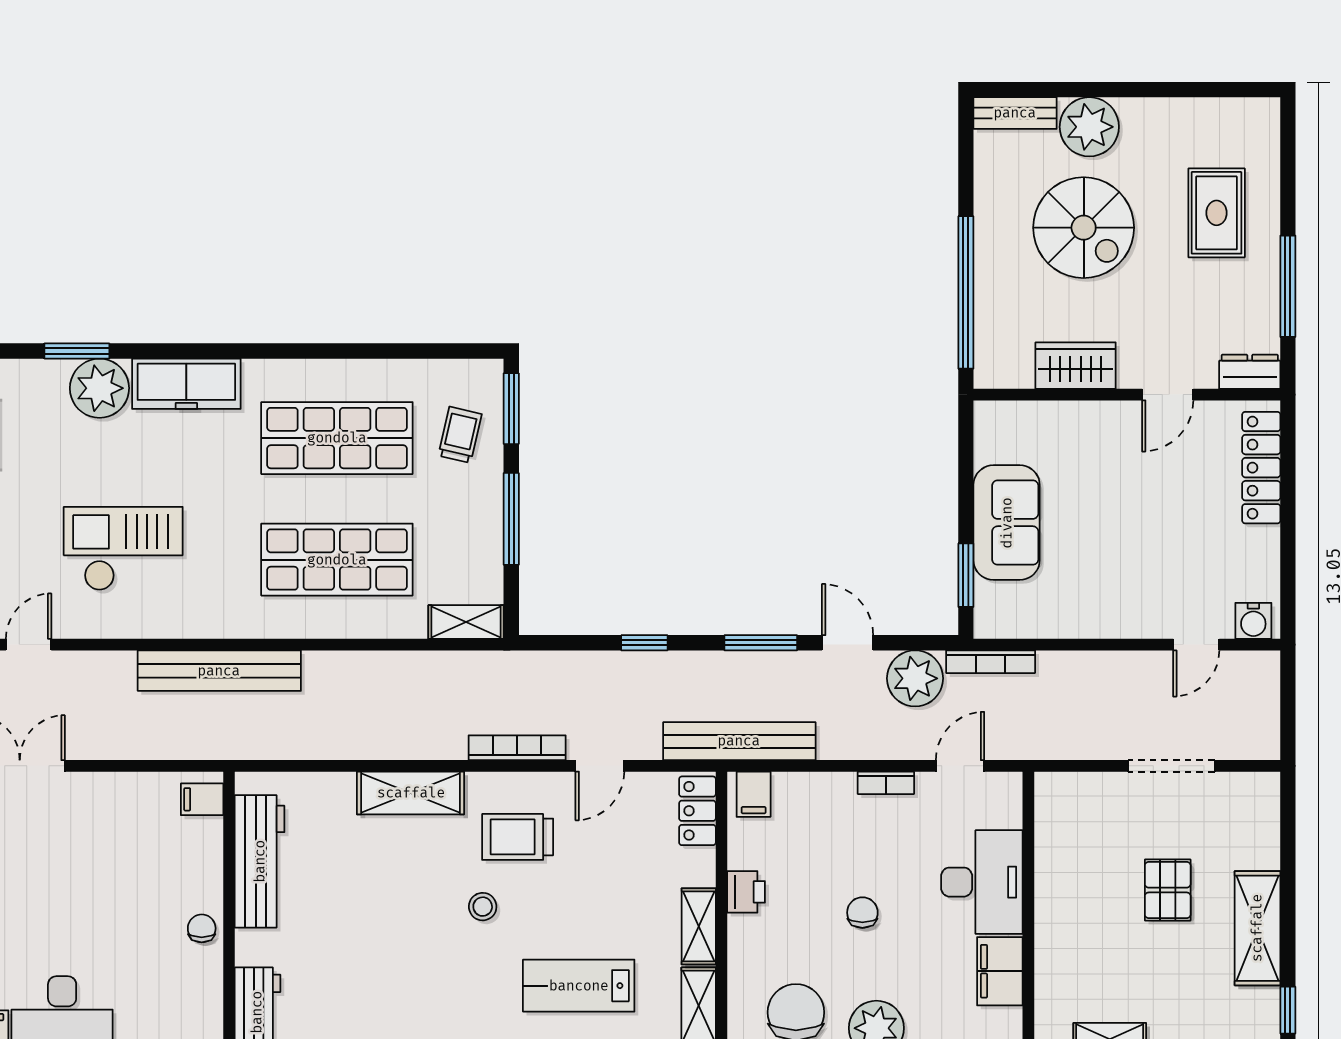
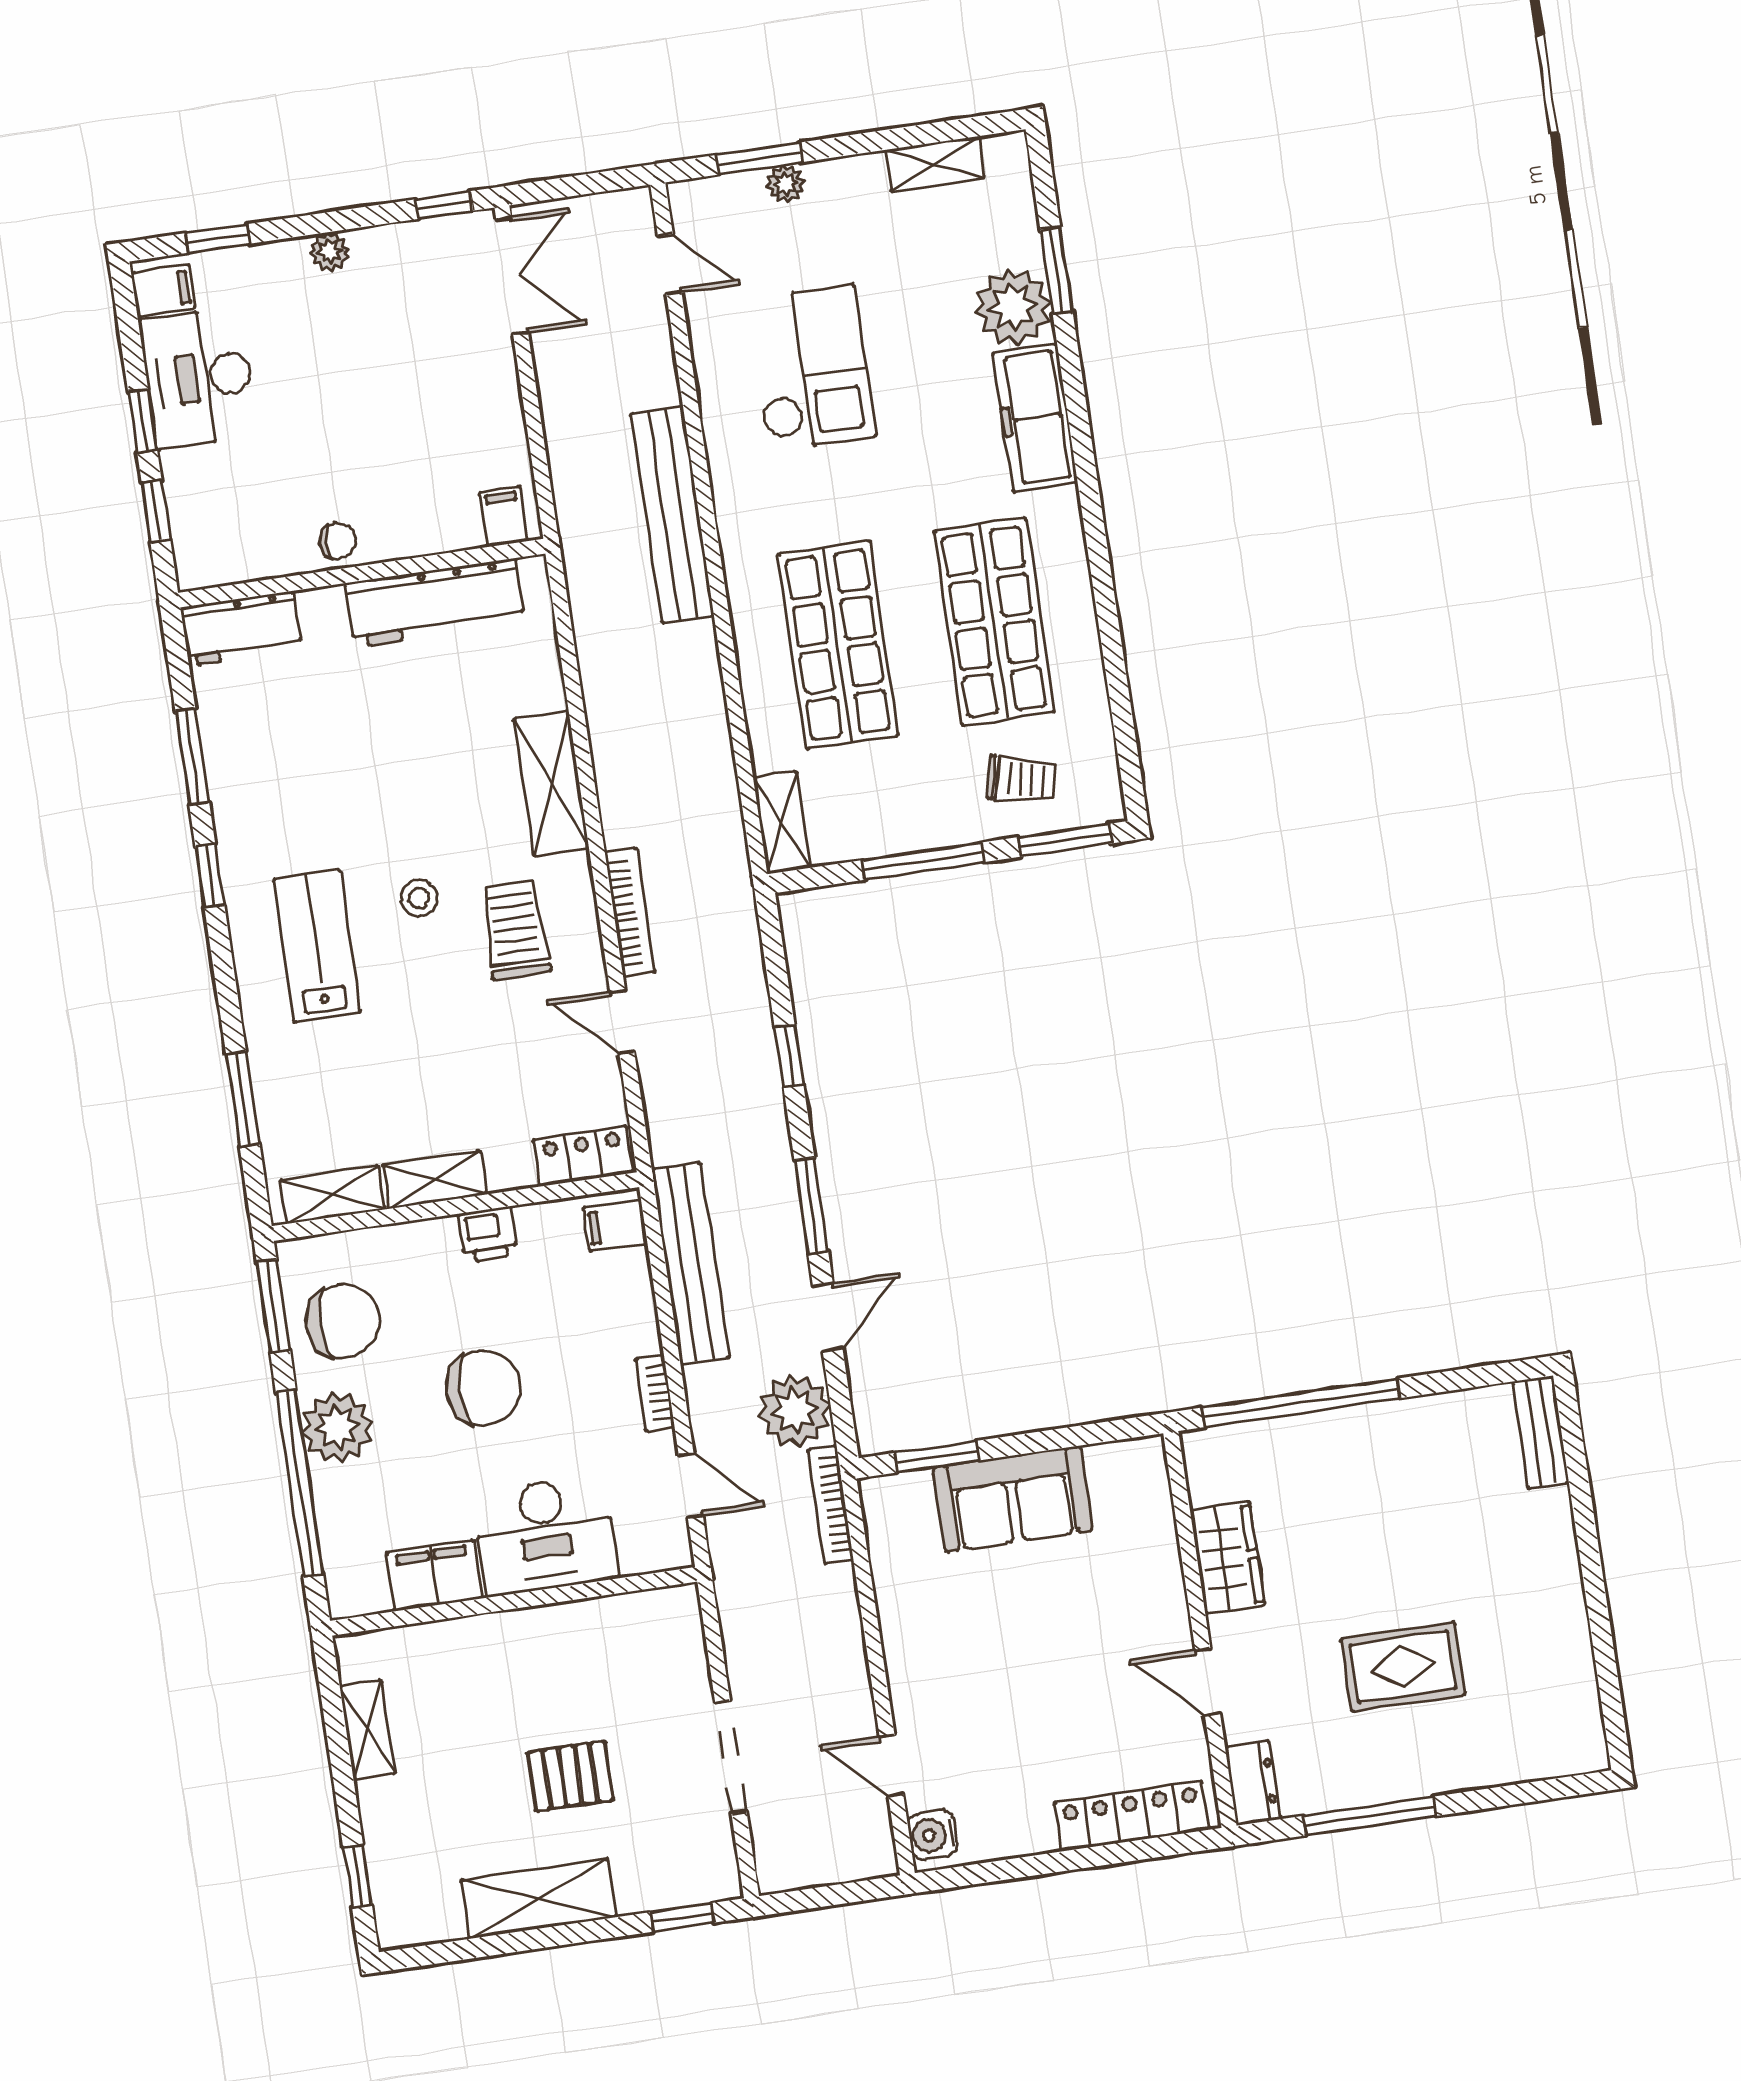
plant: (1089, 127) -> (1537, 1530), removed
rug: (1217, 213) -> (1403, 1667), moved
spiral stairs: (1084, 228) -> (1406, 1542), removed
bench: (739, 741) -> (690, 1263), moved
chair: (862, 913) -> (483, 1388), width x1.87, depth x1.87
lab bench: (579, 986) -> (317, 946), moved
window: (1288, 1010) -> (682, 1917), moved

